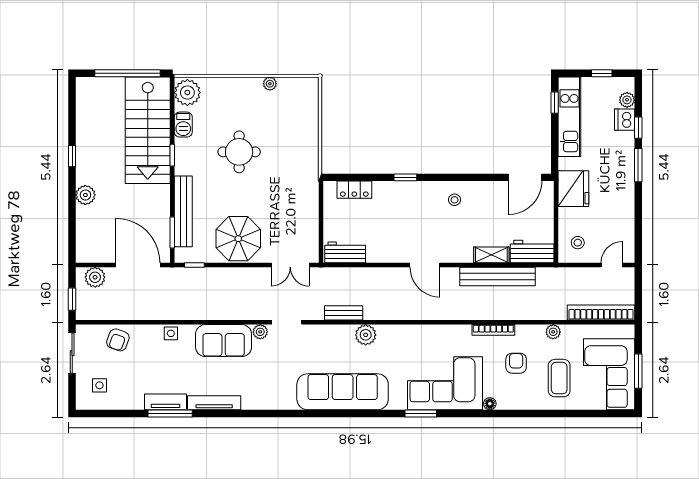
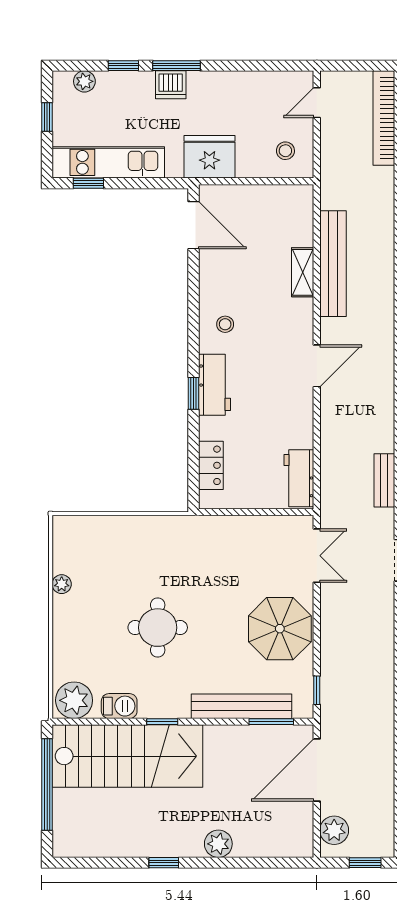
dishwasher: (625, 120) -> (171, 85), moved
workbench: (532, 251) -> (214, 385), moved, turned 180
door: (612, 265) -> (317, 103), hinge flipped

